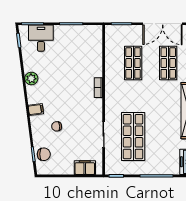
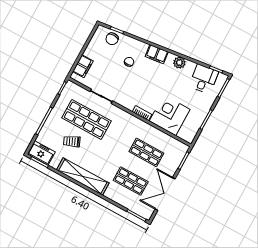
desk: (41, 38) -> (204, 79), moved, turned -97
corner desk: (86, 60) -> (170, 115), added
filing cabinet: (36, 109) -> (157, 54), width x2.00
trolley: (161, 139) -> (72, 141), added

